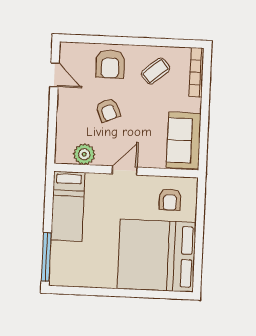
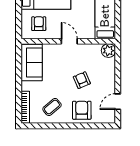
door: (54, 75) -> (118, 102), hinge flipped
plant: (84, 154) -> (108, 51), moved
door: (125, 170) -> (69, 41), swing flipped

